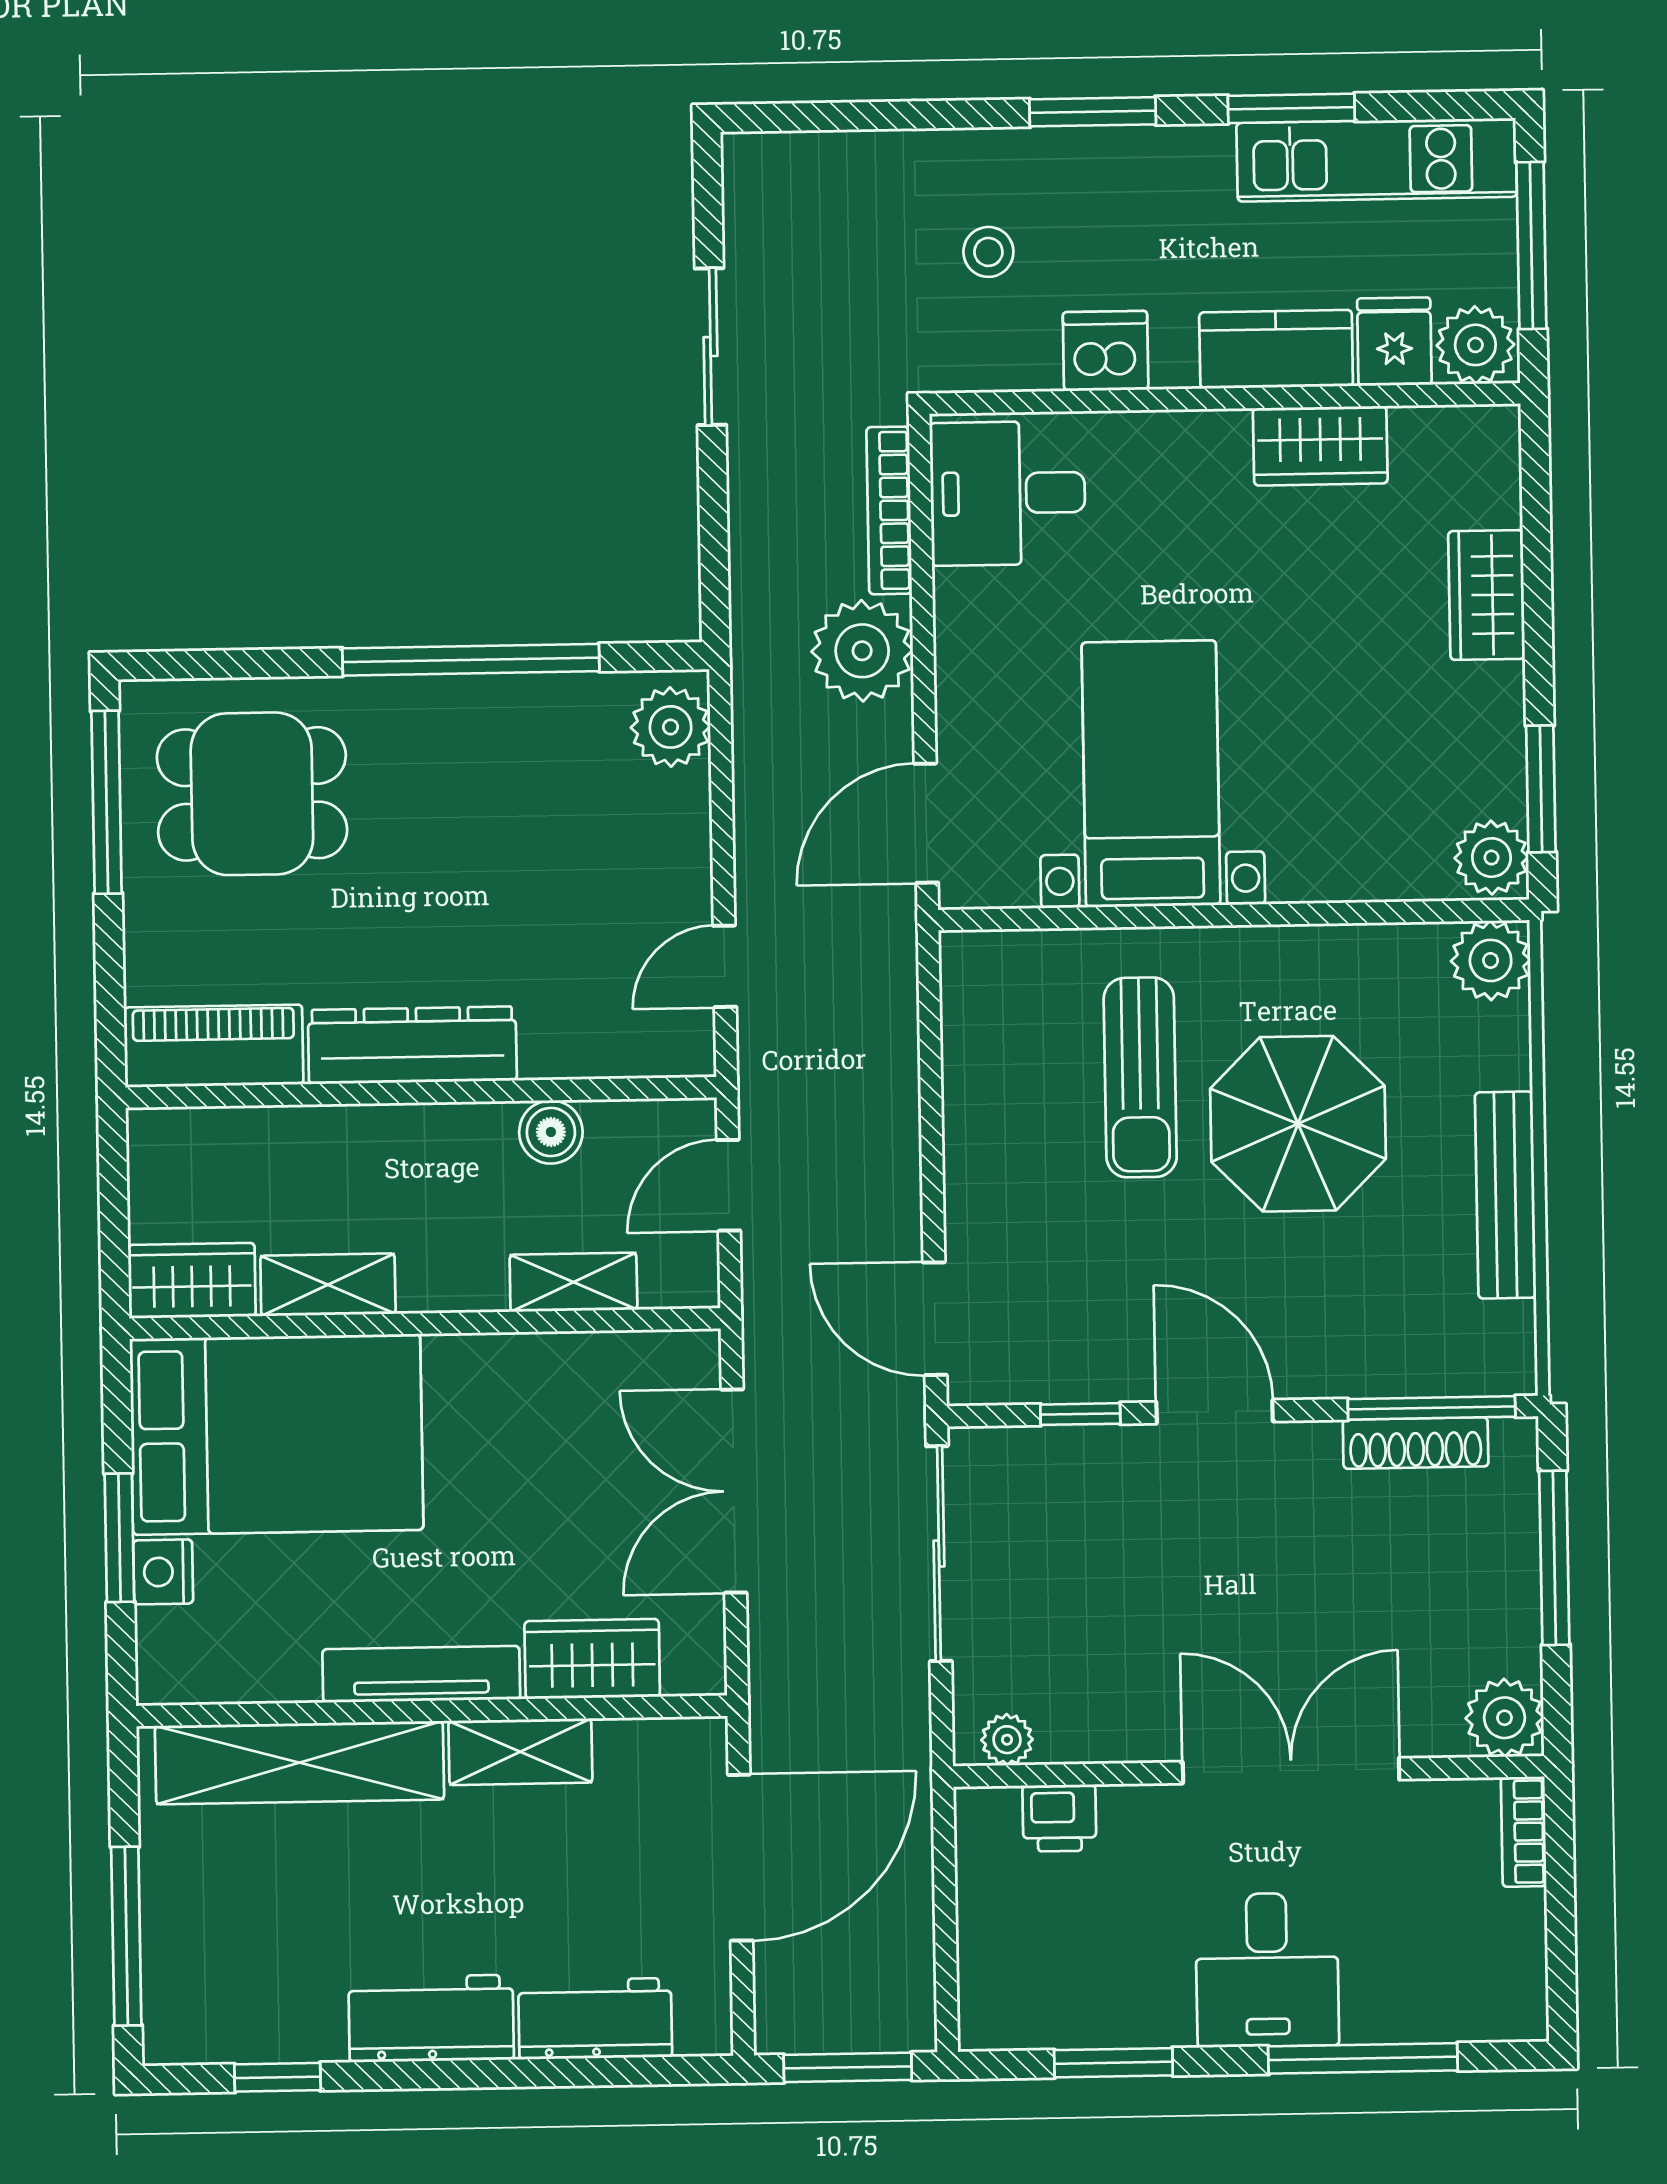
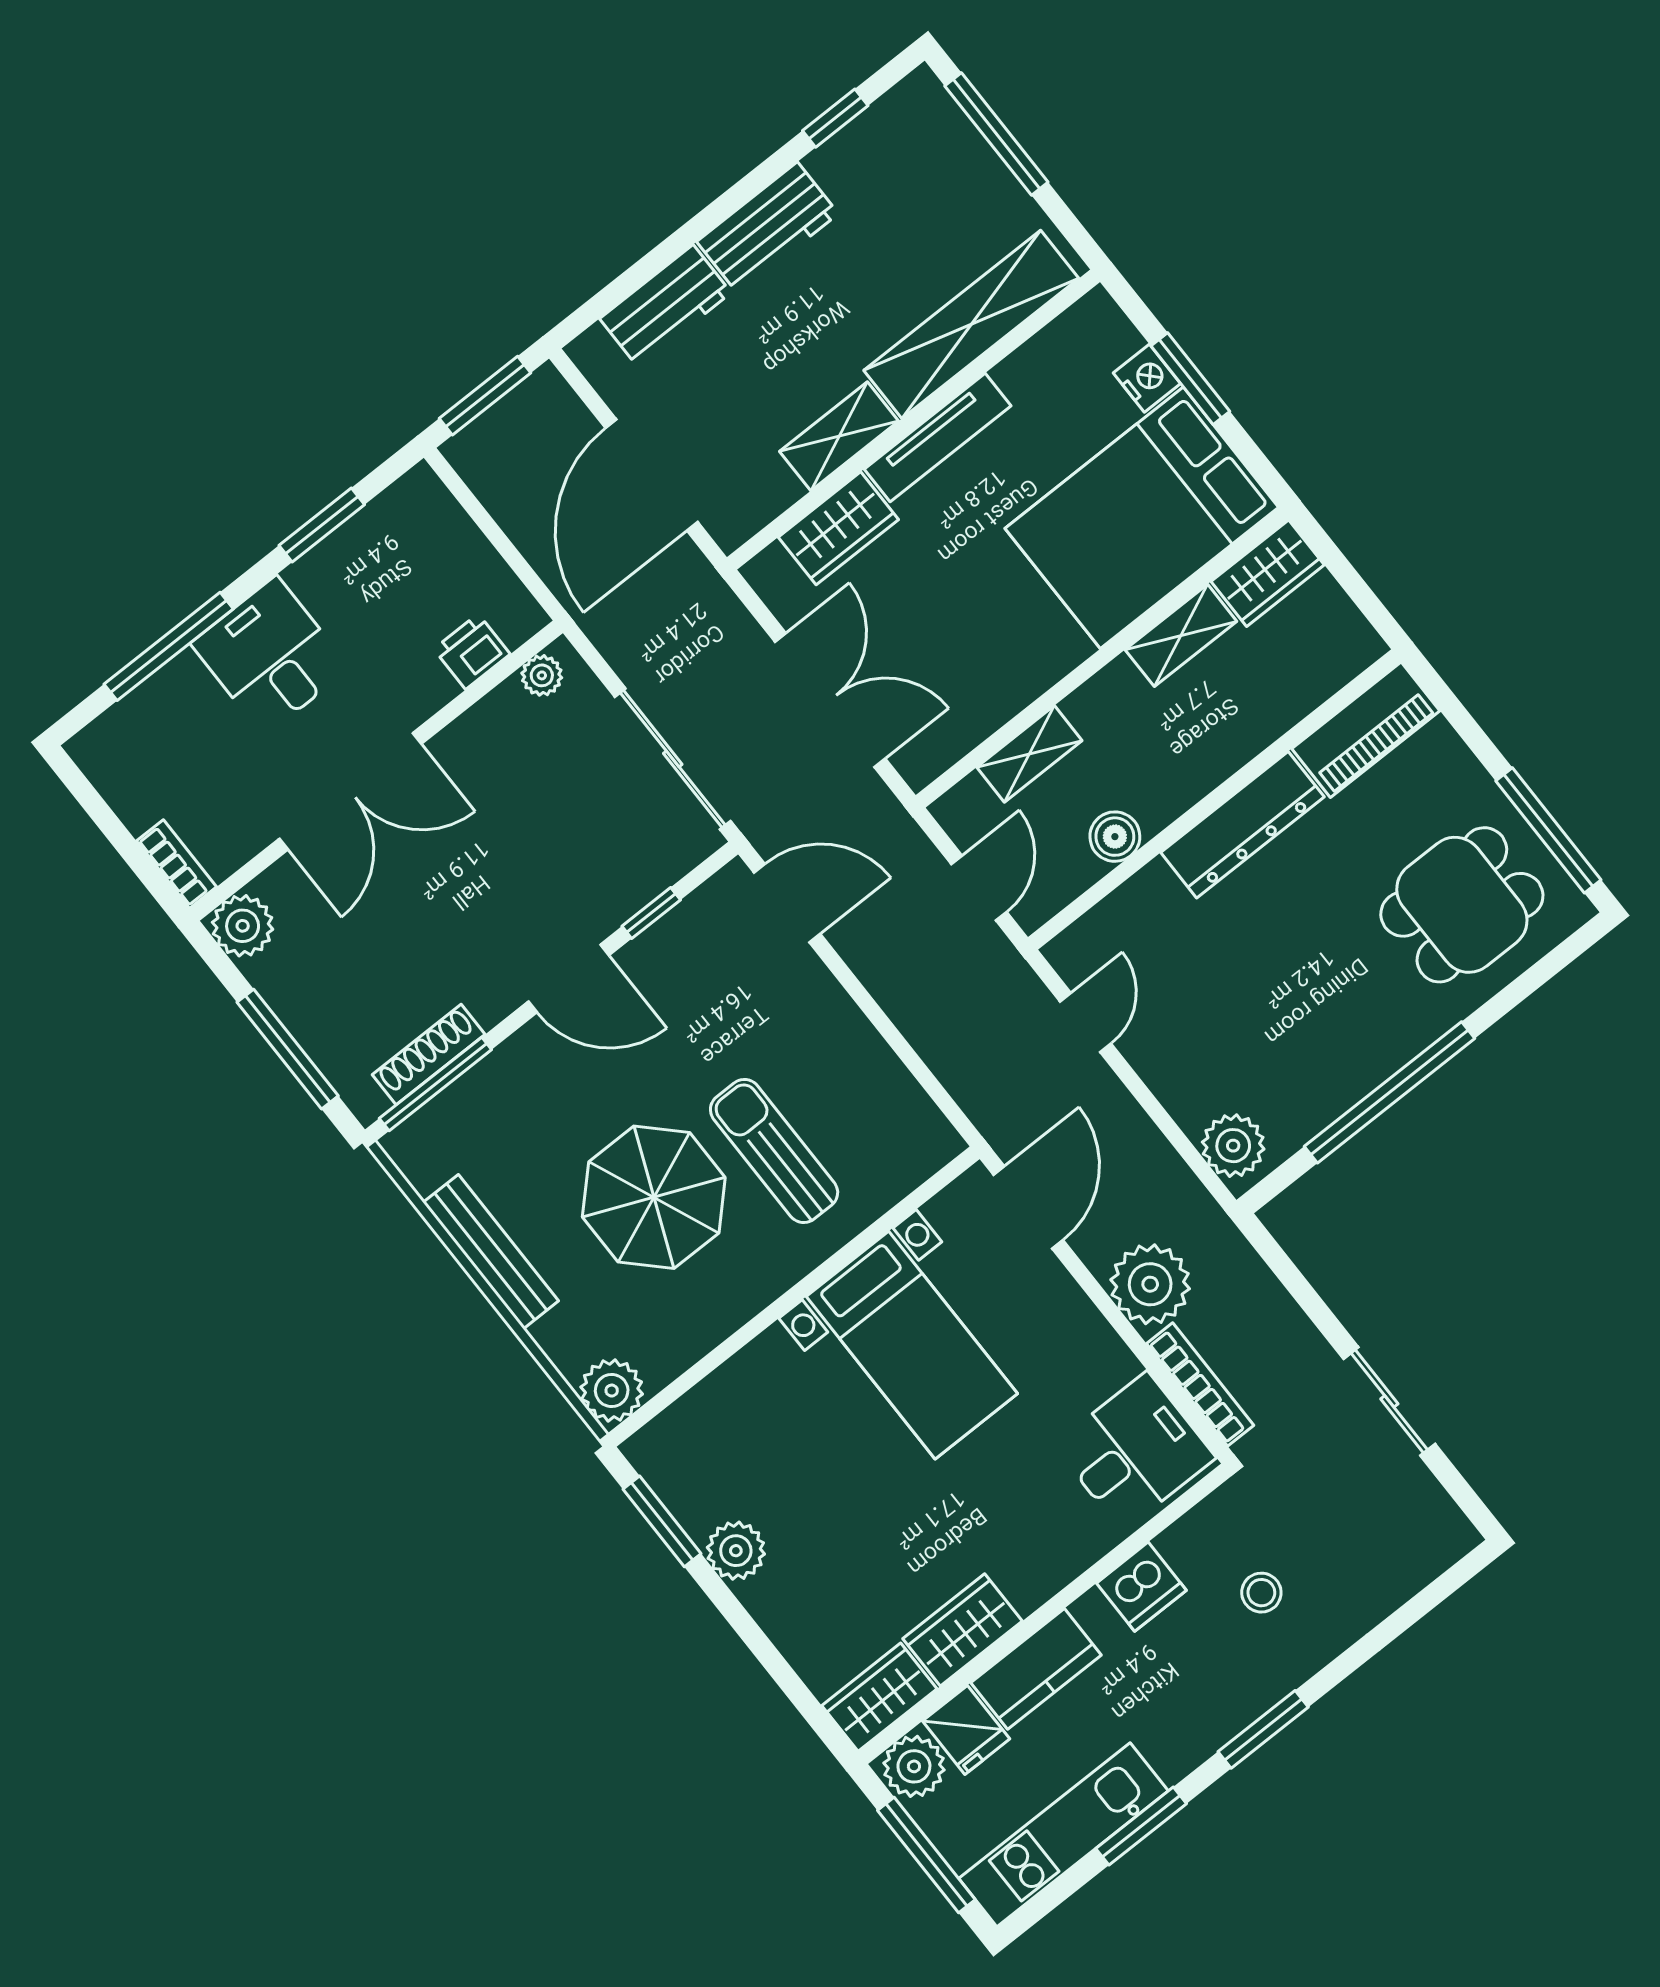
wardrobe: (1487, 595) -> (879, 1697), moved, turned -90
plant: (1491, 858) -> (736, 1551), moved

